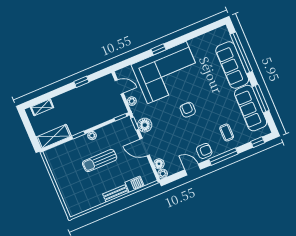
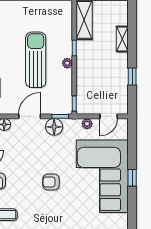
shelving: (42, 107) -> (122, 39), moved
armchair: (188, 110) -> (51, 182), turned 180
sun lounger: (100, 161) -> (36, 60), width x1.36, depth x1.34

